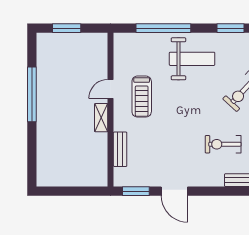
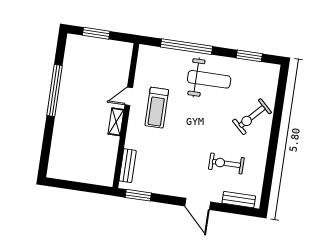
bench: (120, 149) -> (128, 166), moved
door: (174, 191) -> (198, 204), moved

